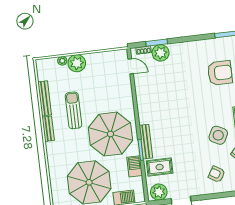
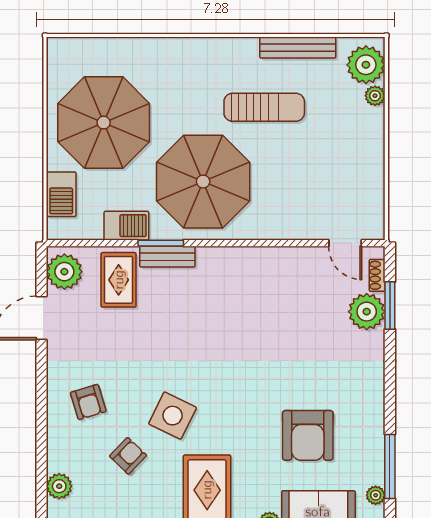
plant: (77, 63) -> (366, 65), moved
door: (131, 66) -> (345, 243), hinge flipped
bench: (48, 129) -> (231, 47), removed
bench: (146, 142) -> (167, 257), width x0.73
armchair: (217, 174) -> (88, 402), turned 131

